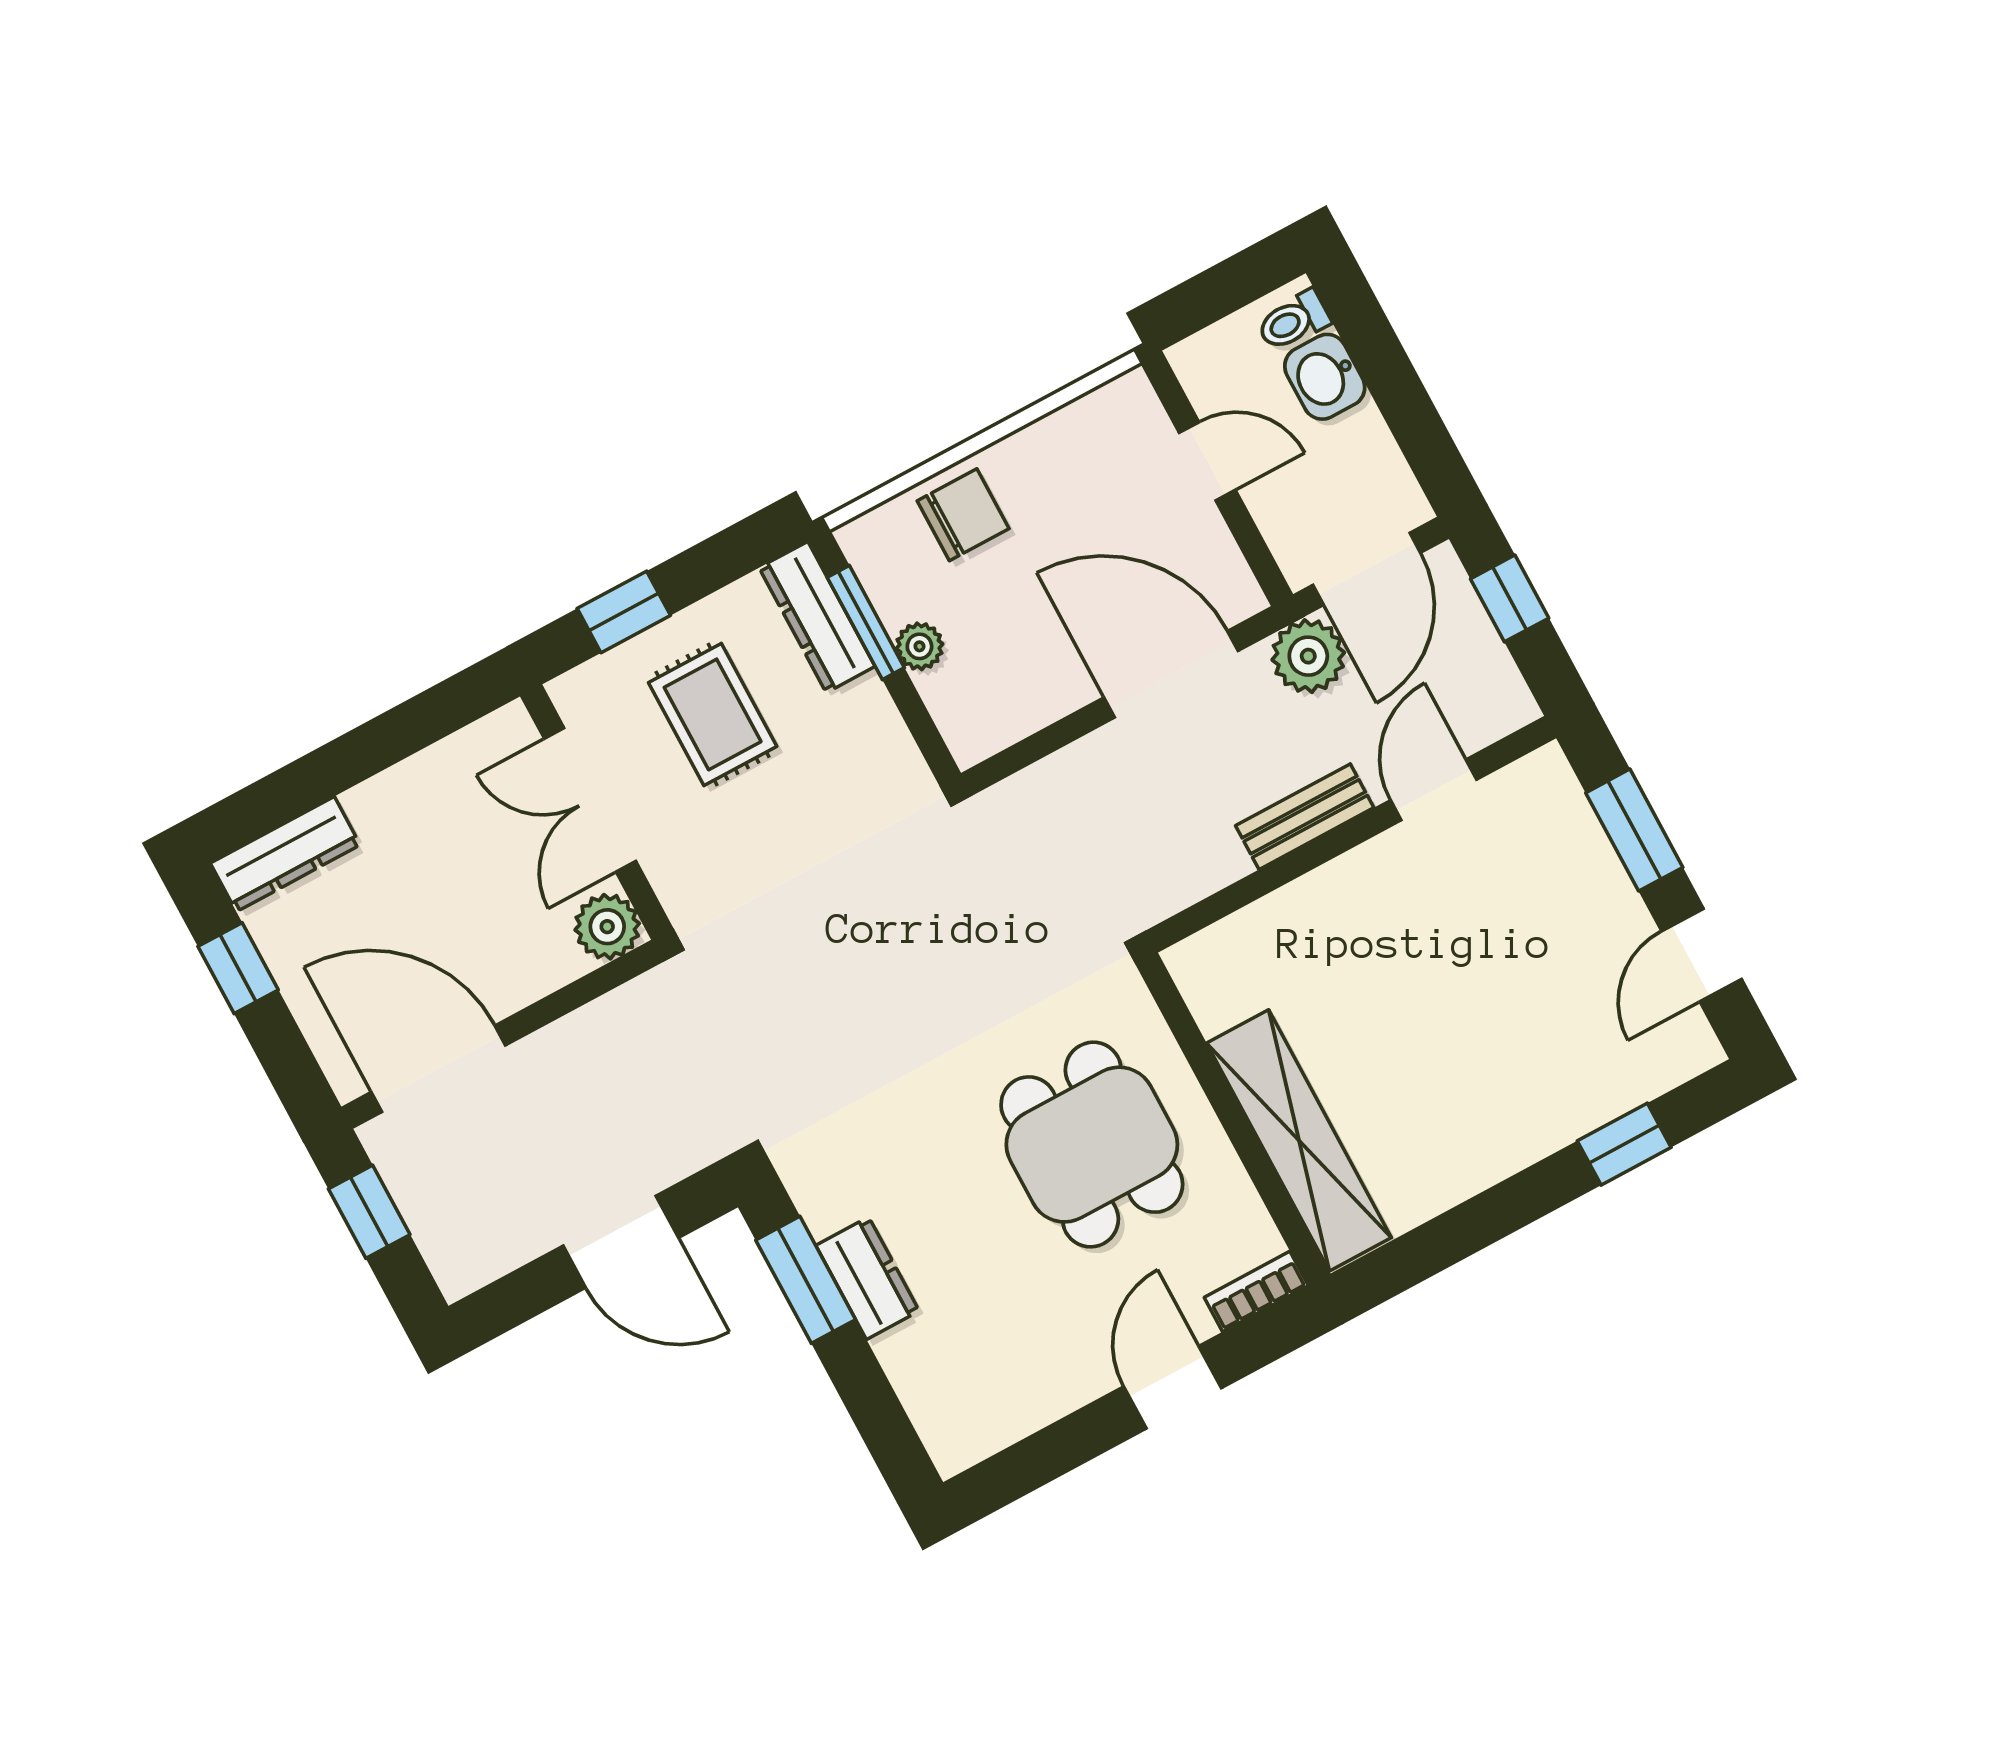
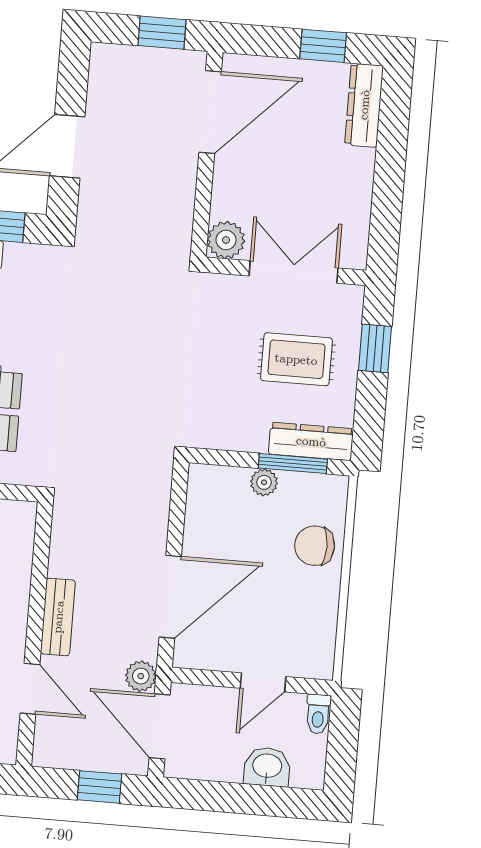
toilet: (1293, 321) -> (318, 714), moved, turned 180
chair: (963, 515) -> (315, 546), turned 90
plant: (1308, 656) -> (141, 676), width x0.73, depth x0.73

